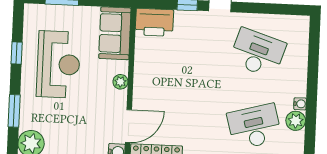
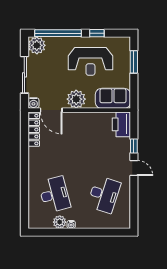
plant: (120, 82) -> (76, 99), width x1.87, depth x1.87
window: (14, 111) -> (58, 33), width x2.11

